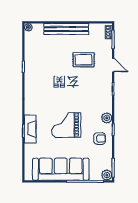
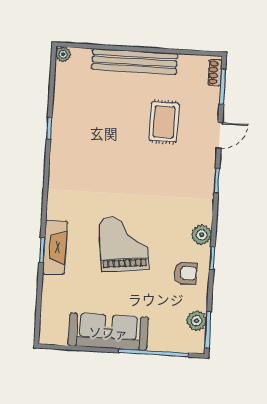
rug: (84, 60) -> (164, 122), turned 90
door: (113, 65) -> (220, 135), hinge flipped
grand piano: (66, 125) -> (124, 244), turned 84
sofa: (61, 169) -> (108, 332), width x0.74, depth x0.79
plant: (107, 175) -> (197, 321), moved

